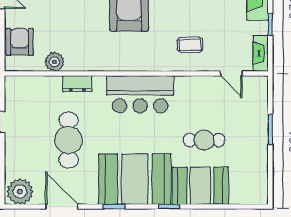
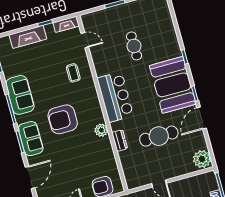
plant: (54, 62) -> (101, 130), moved
door: (231, 73) -> (85, 40), hinge flipped
booth: (200, 186) -> (165, 40), removed
door: (62, 207) -> (201, 118), moved

